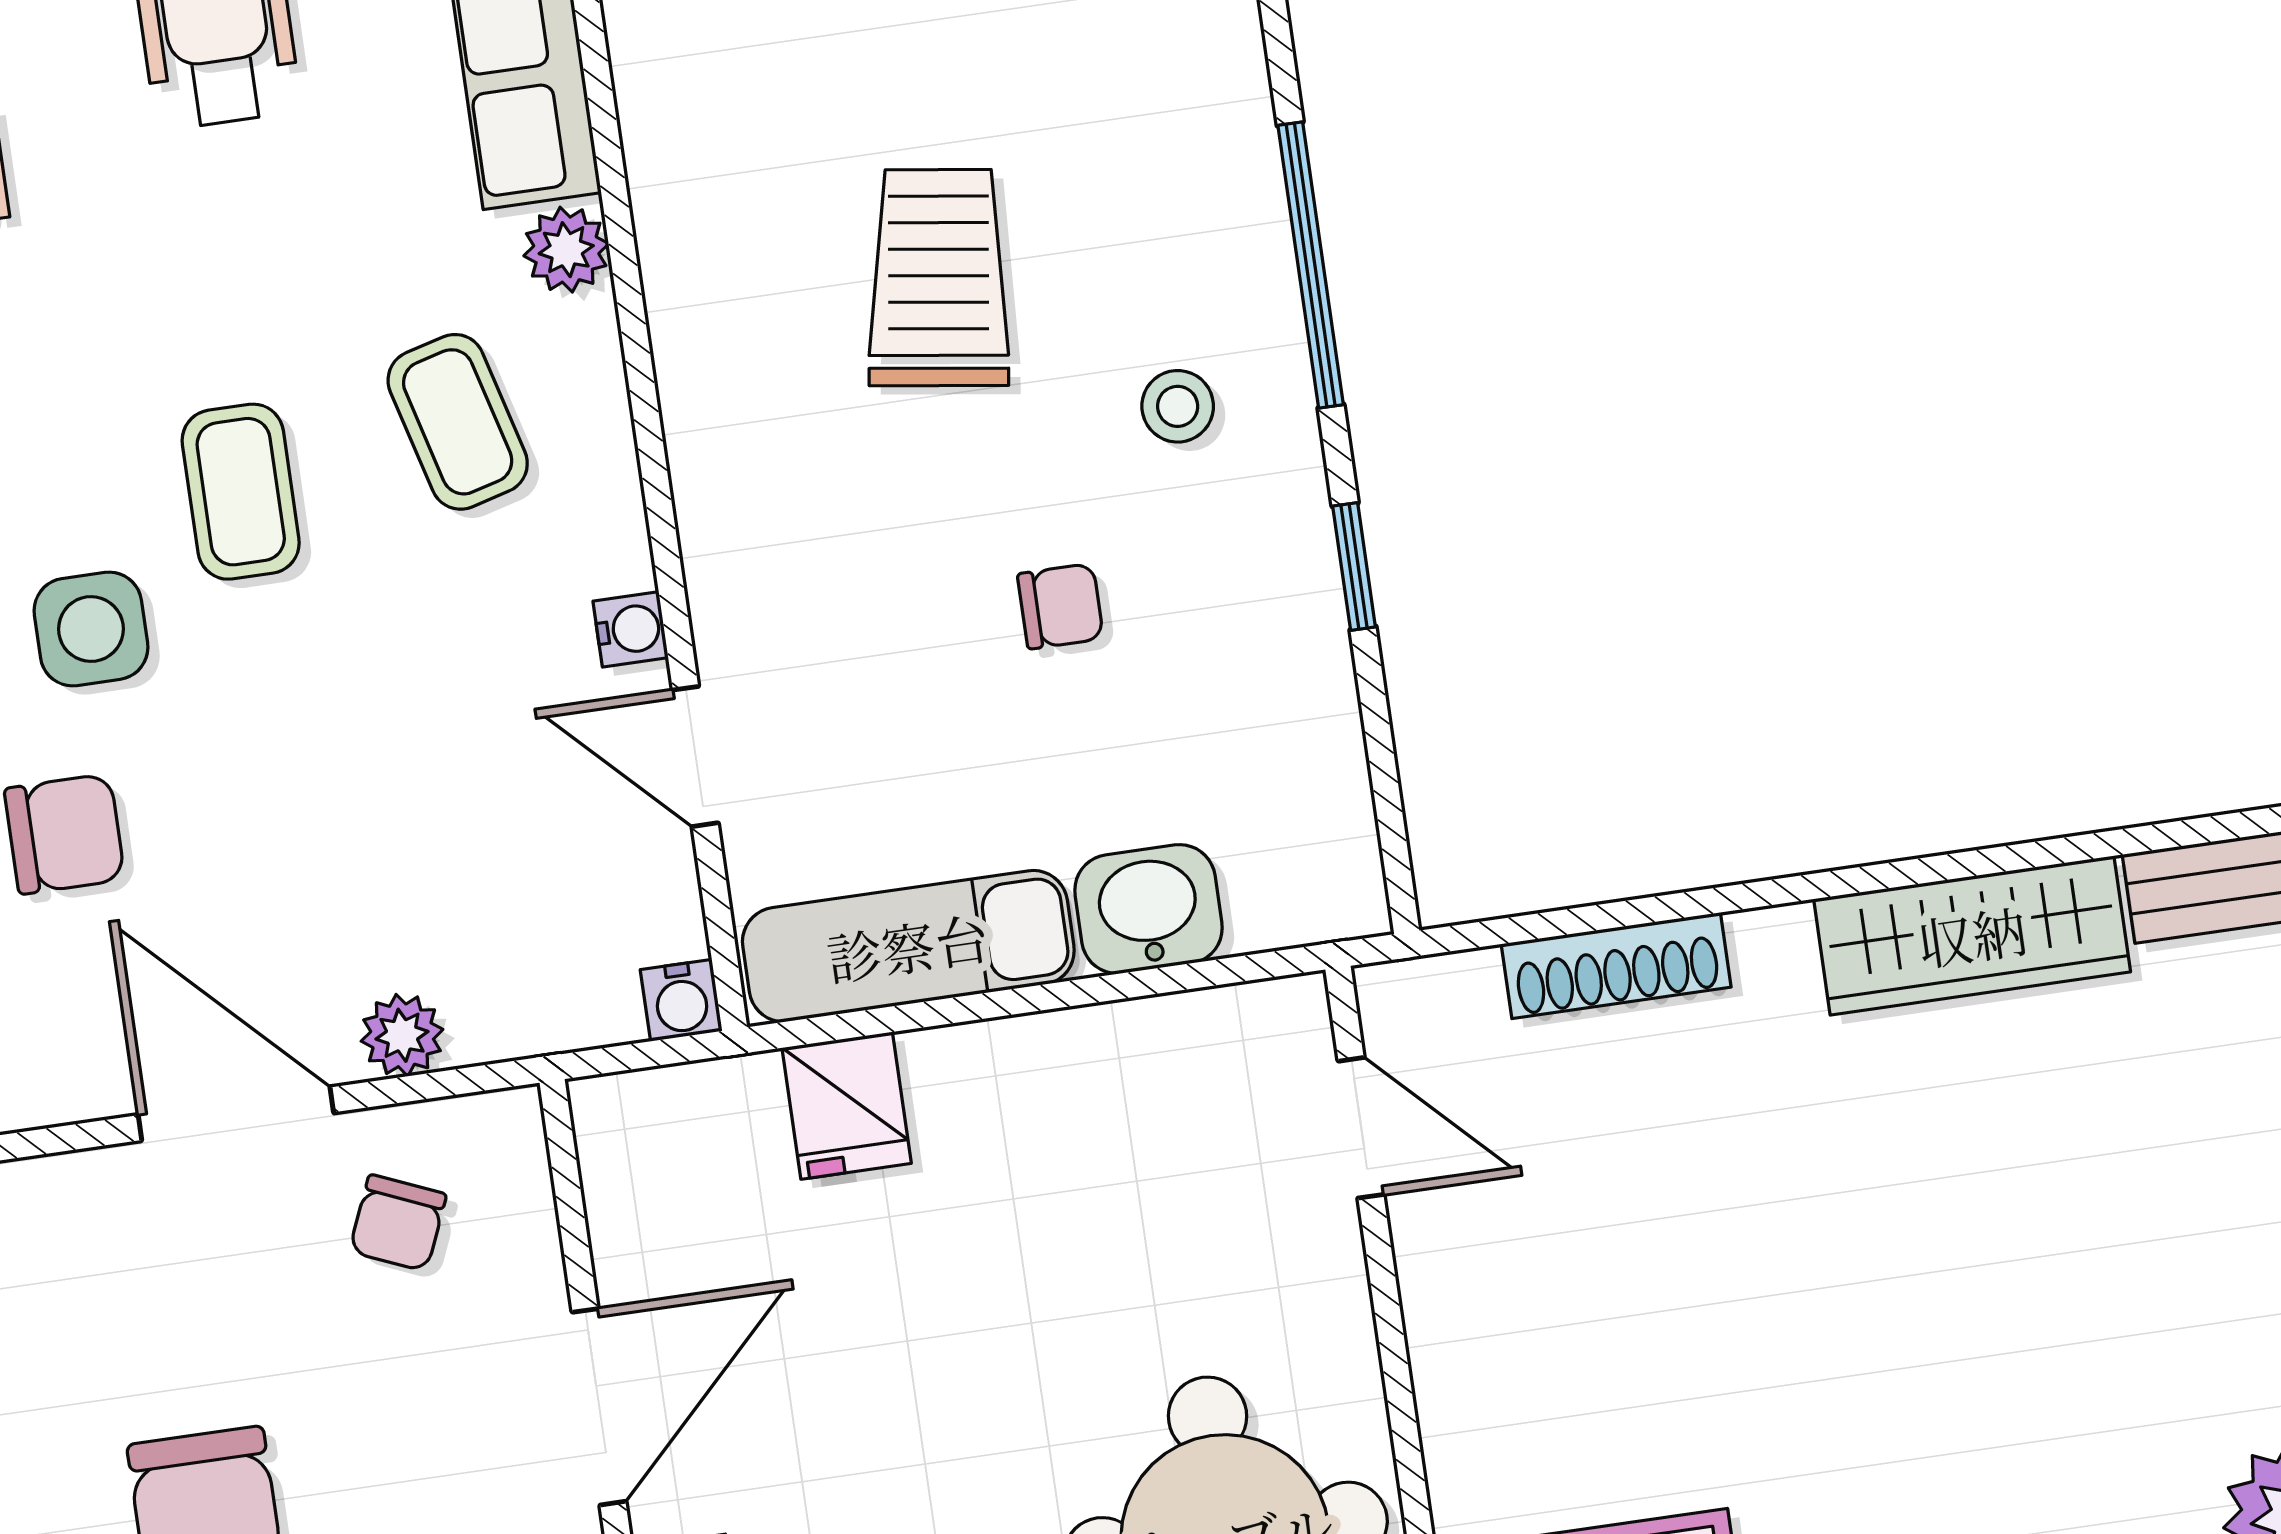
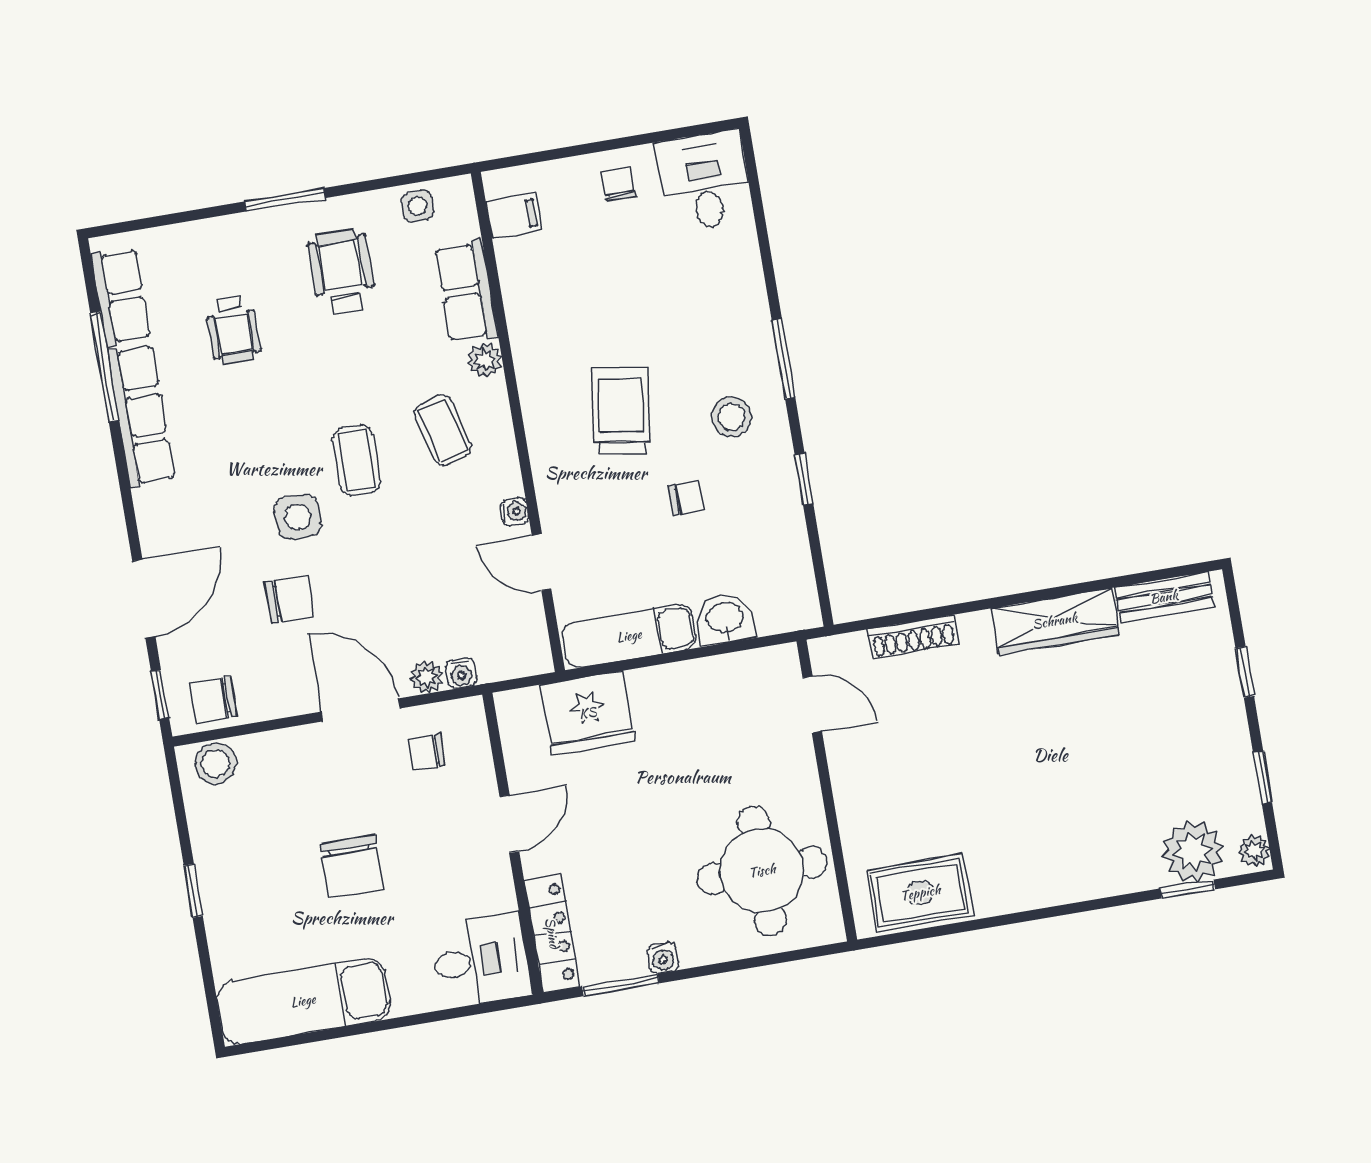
window: (1311, 265) -> (784, 359), width x0.69
trolley: (939, 278) -> (621, 411), moved
stool: (1178, 406) -> (732, 417), width x1.37, depth x1.37
water cooler: (681, 1000) -> (461, 673), moved
fridge: (847, 1106) -> (588, 713), width x1.88, depth x1.34
chair: (398, 1223) -> (427, 752), turned 67
door: (599, 1407) -> (509, 824), width x0.73

